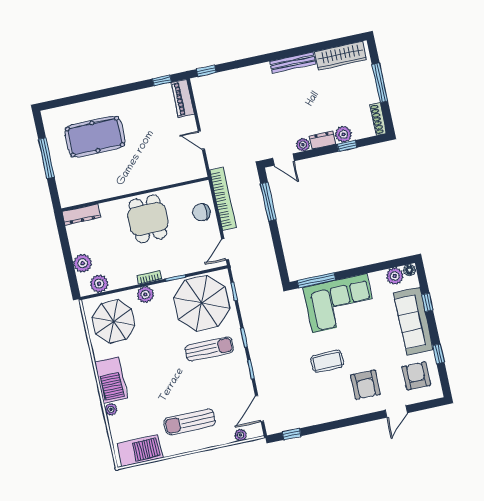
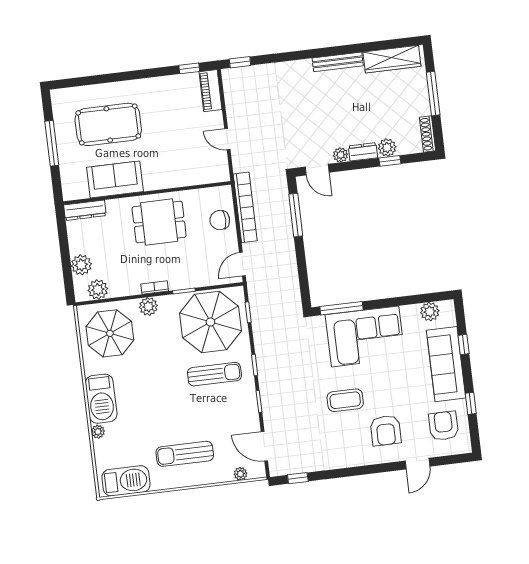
sofa: (105, 185) -> (115, 179), added
dining table: (148, 219) -> (159, 222), turned 90
floor lamp: (409, 270) -> (447, 307), removed
door: (260, 409) -> (264, 446), hinge flipped

